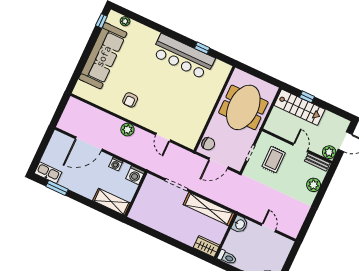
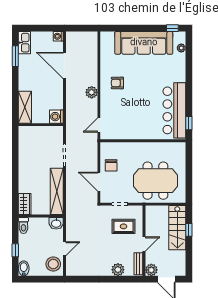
wall: (214, 109) -> (143, 141), moved
washing machine: (116, 164) -> (58, 36), moved
stool: (278, 246) -> (53, 264), added

